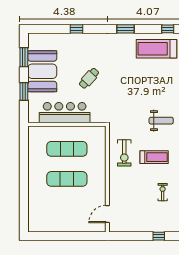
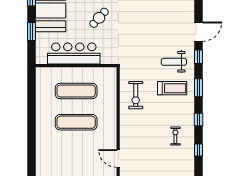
weight bench: (161, 121) -> (174, 62), turned 180
treadmill: (154, 157) -> (172, 88), moved
door: (107, 214) -> (118, 159), hinge flipped

